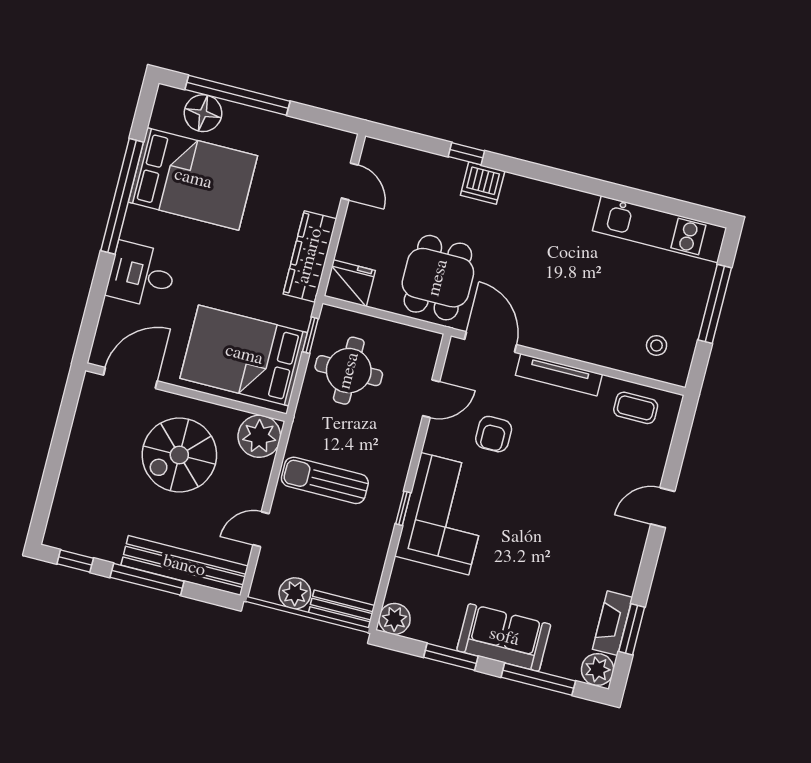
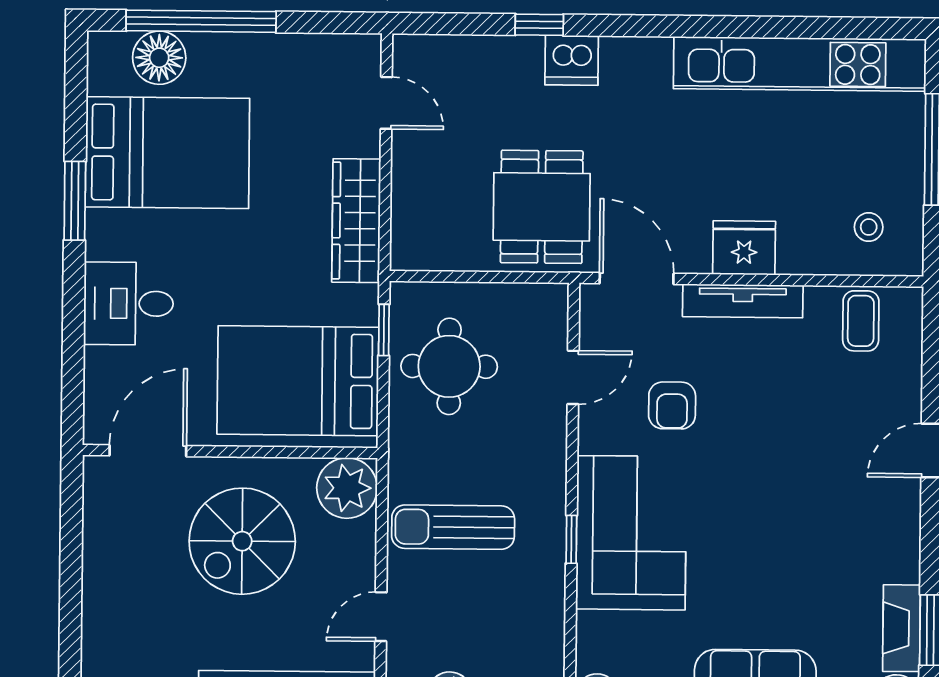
window: (122, 196) -> (75, 201), width x0.47
kitchen unit: (660, 229) -> (800, 64), width x1.36
fridge: (350, 283) -> (744, 248), moved
coffee table: (636, 408) -> (861, 321), turned 90

